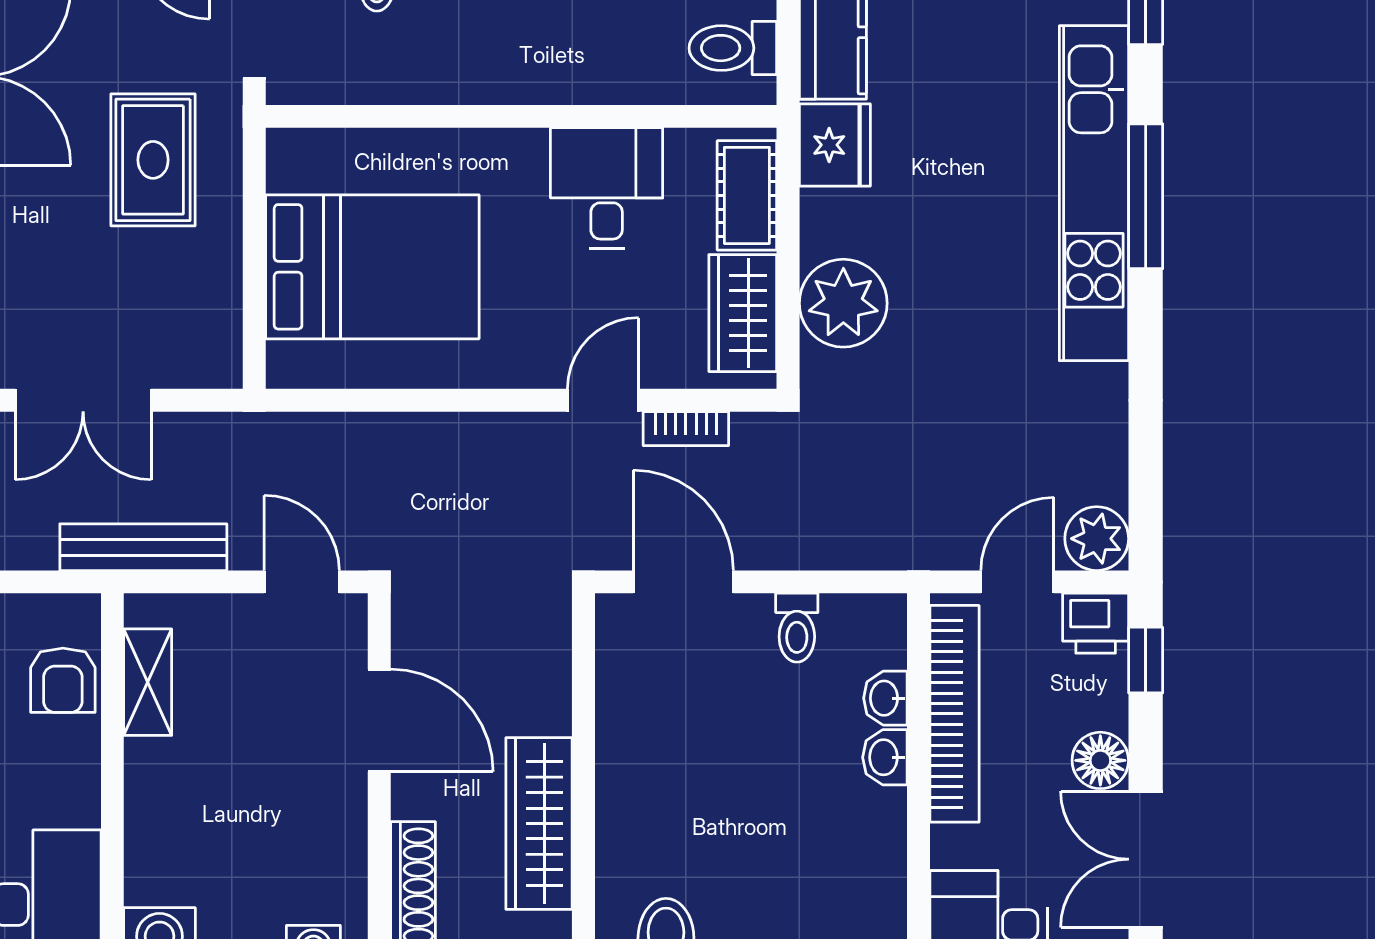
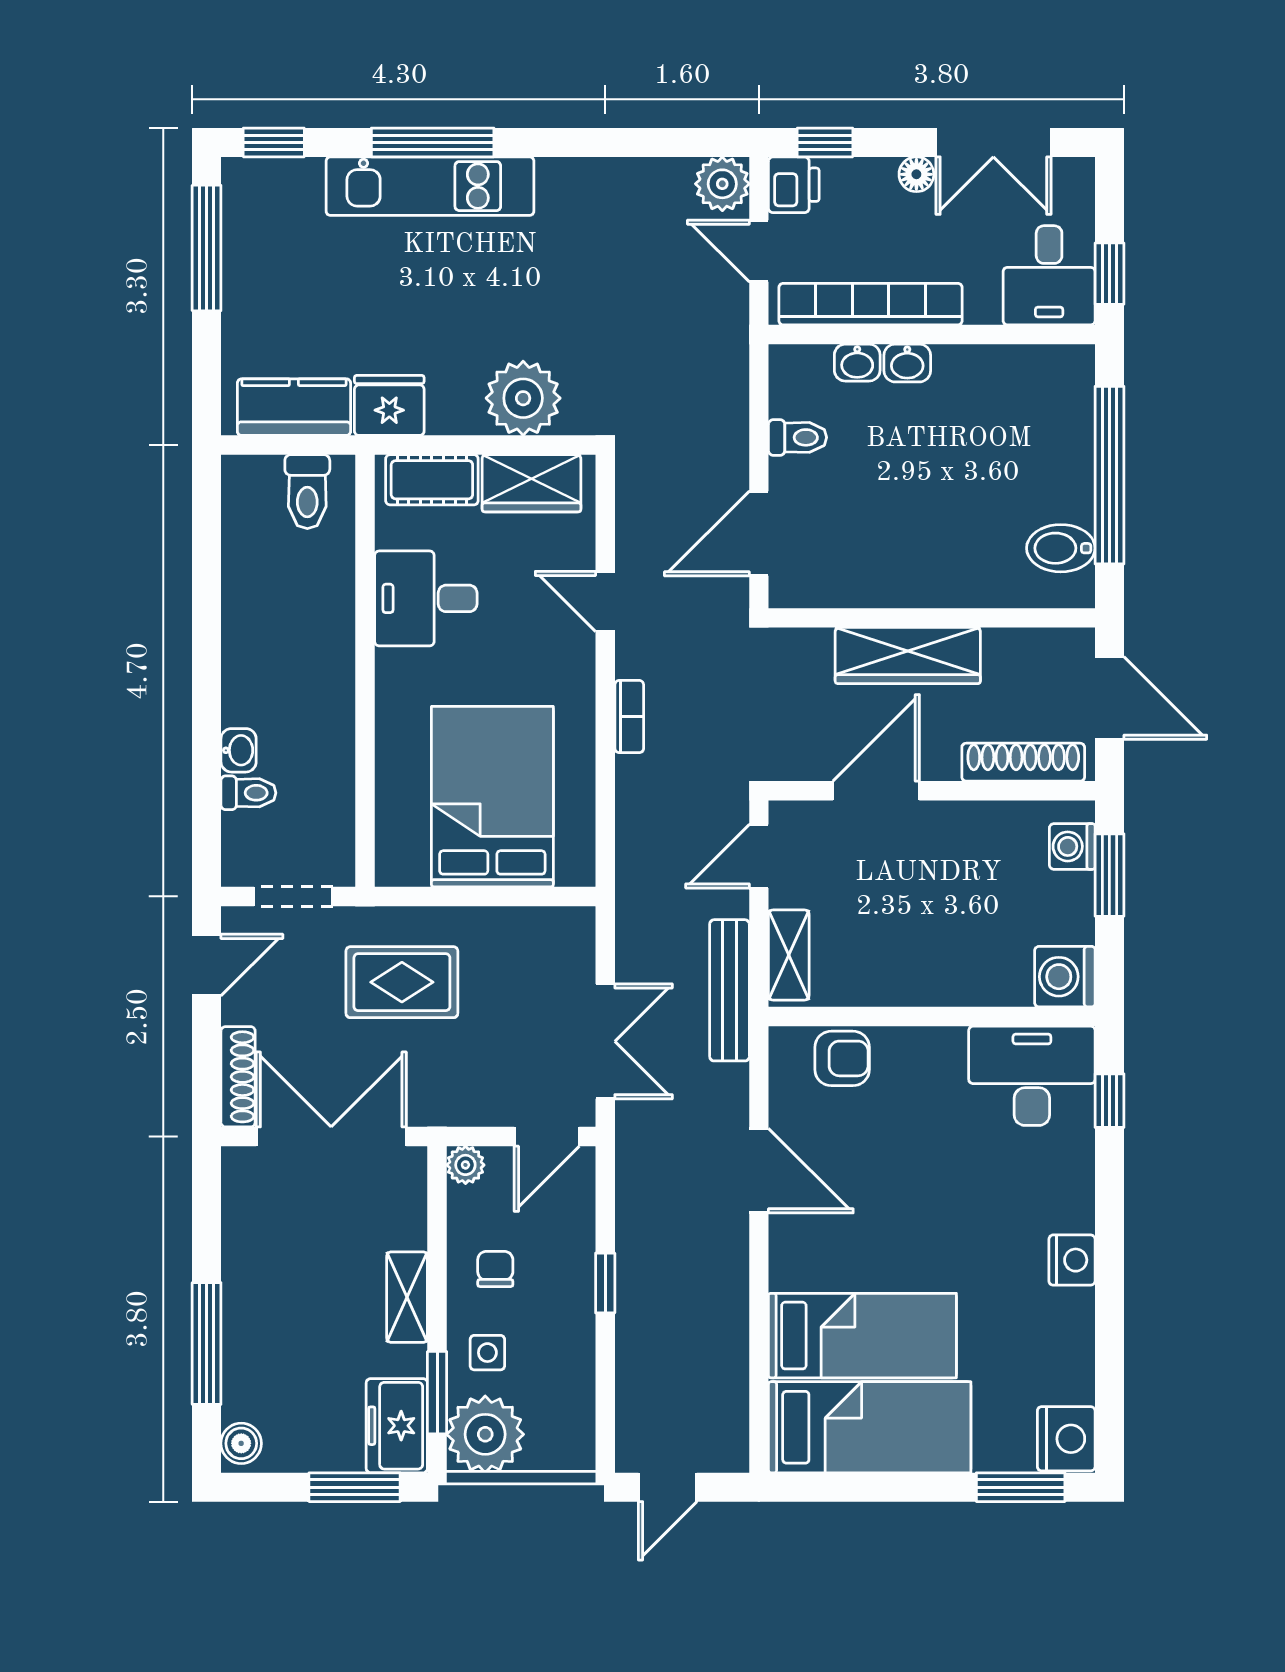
kitchen unit: (1094, 193) -> (430, 186), width x0.73
bookcase: (686, 429) -> (629, 717), moved
shelving: (148, 682) -> (789, 955), moved, turned 90
floor lamp: (1100, 760) -> (916, 174), width x0.73, depth x0.73
wardrobe: (539, 824) -> (908, 656), moved

